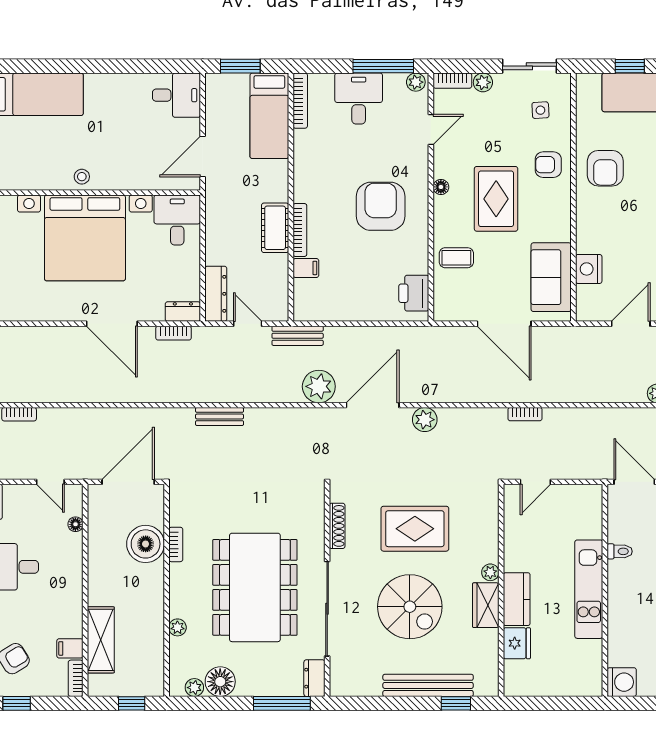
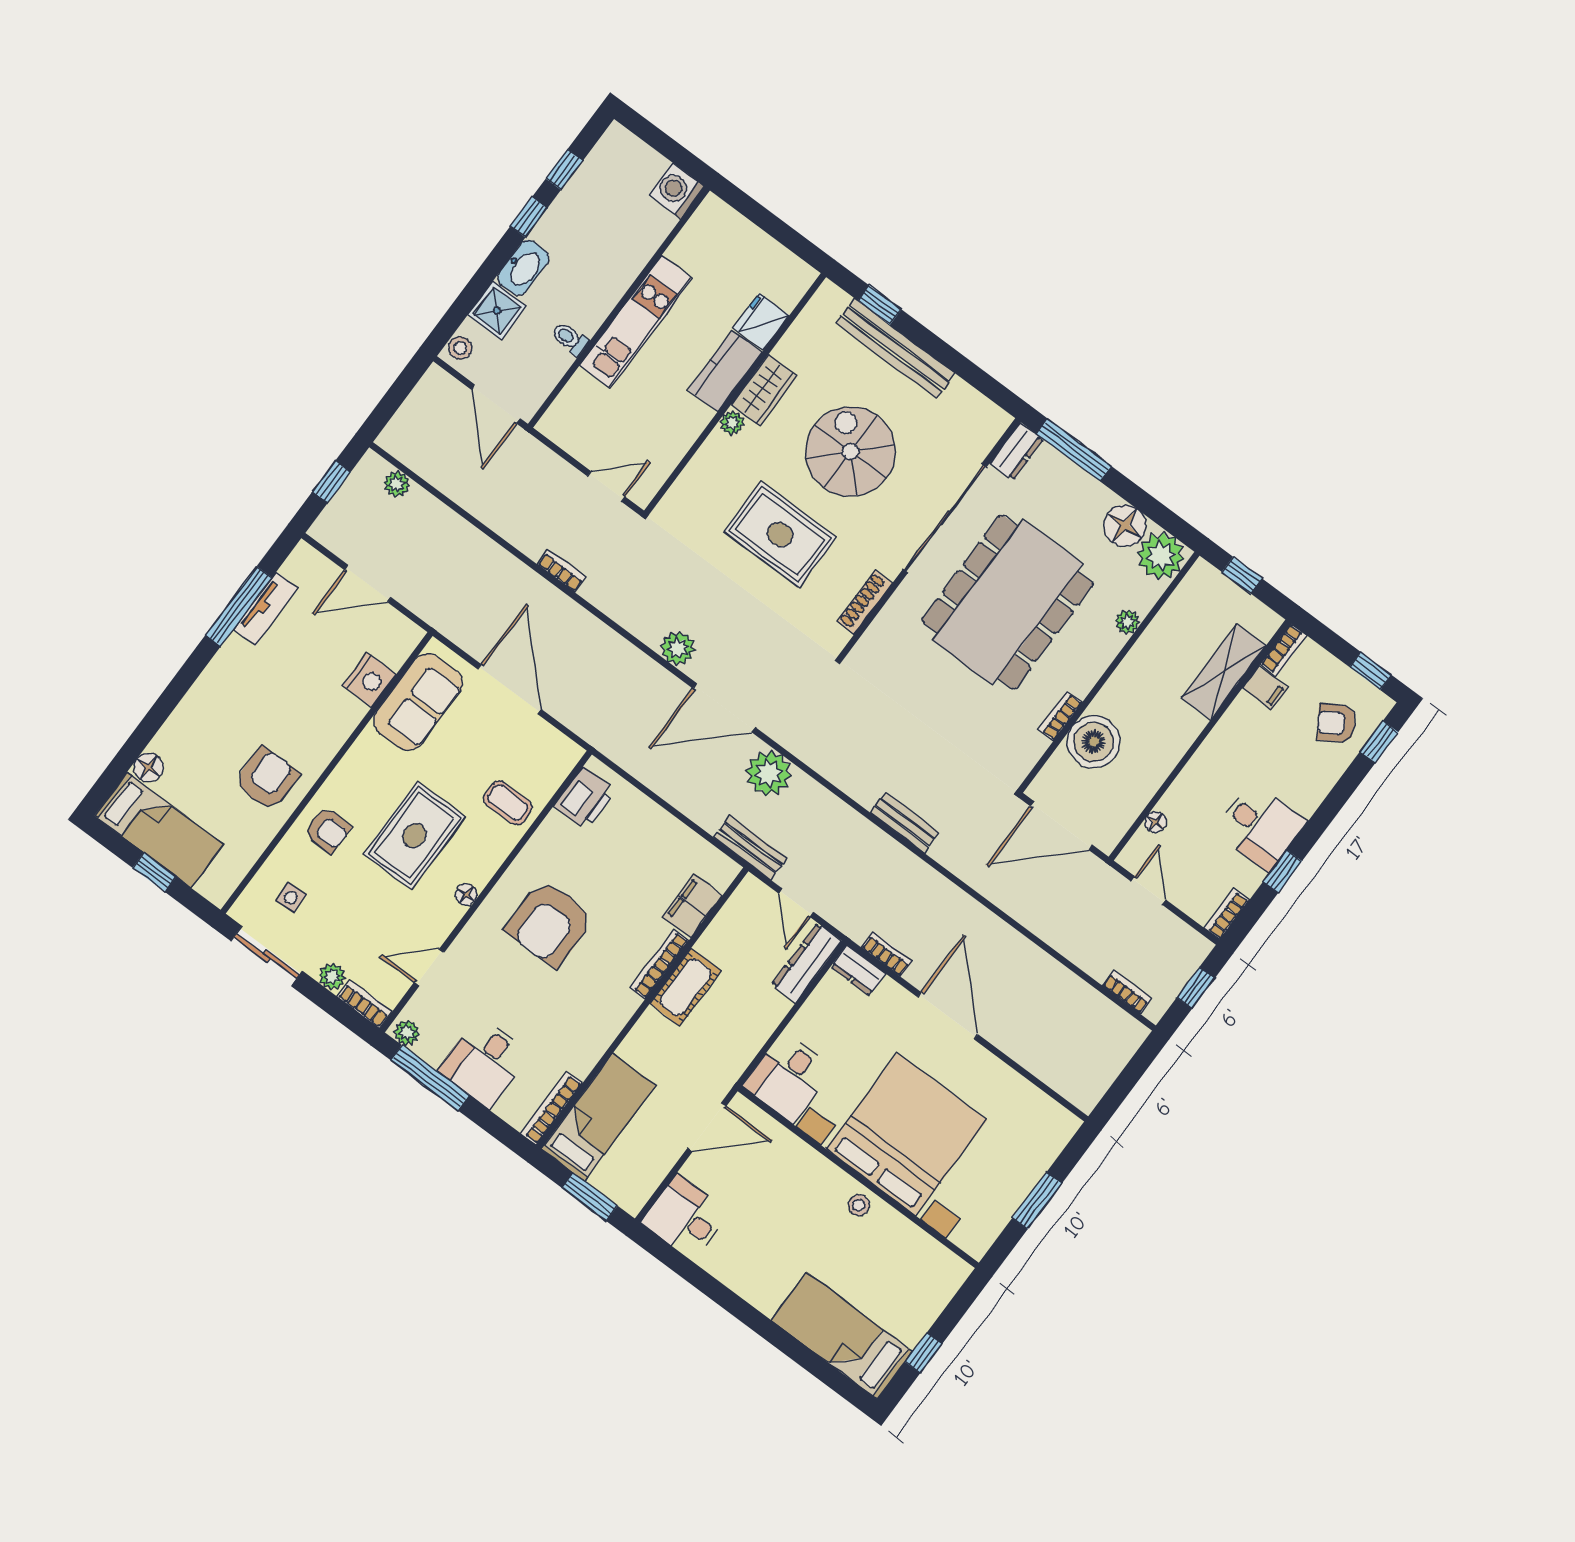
filing cabinet: (306, 268) -> (692, 906), width x2.00
plant: (194, 688) -> (1161, 556), width x1.88, depth x1.88

